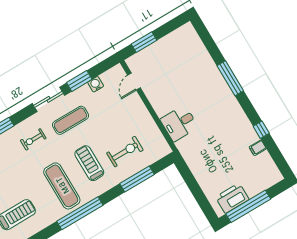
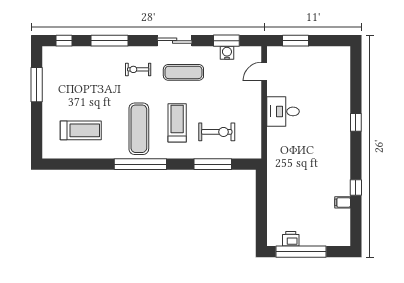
window: (230, 78) -> (356, 122), width x0.46
window: (79, 81) -> (226, 41), moved
desk: (179, 123) -> (283, 111), moved
printer: (232, 198) -> (291, 239), width x0.53, depth x0.68

